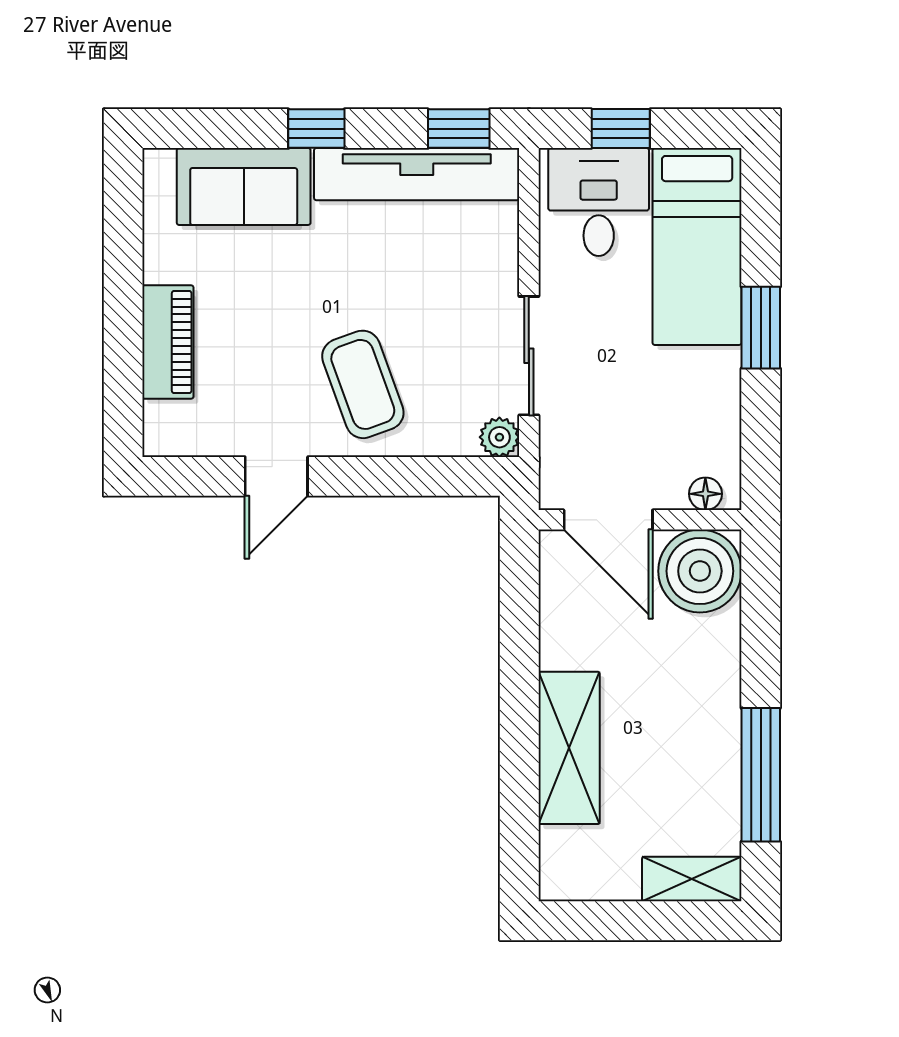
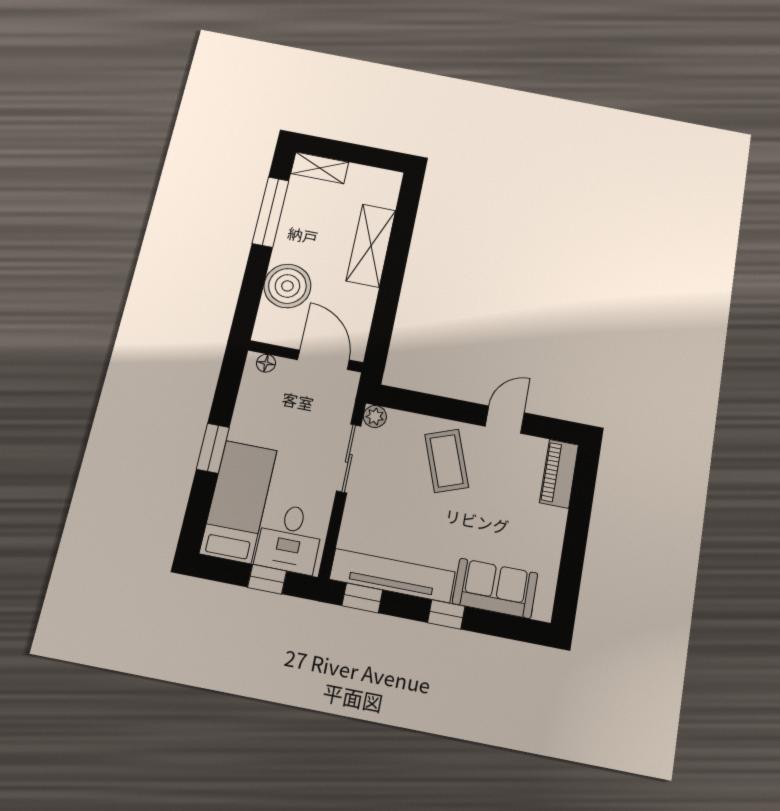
piano: (168, 342) -> (559, 474), moved
boiler: (700, 571) -> (287, 286), moved

